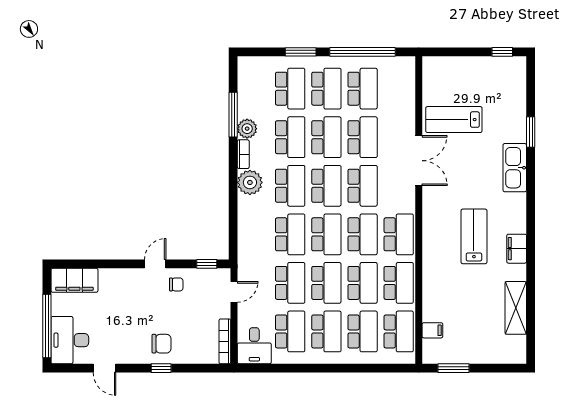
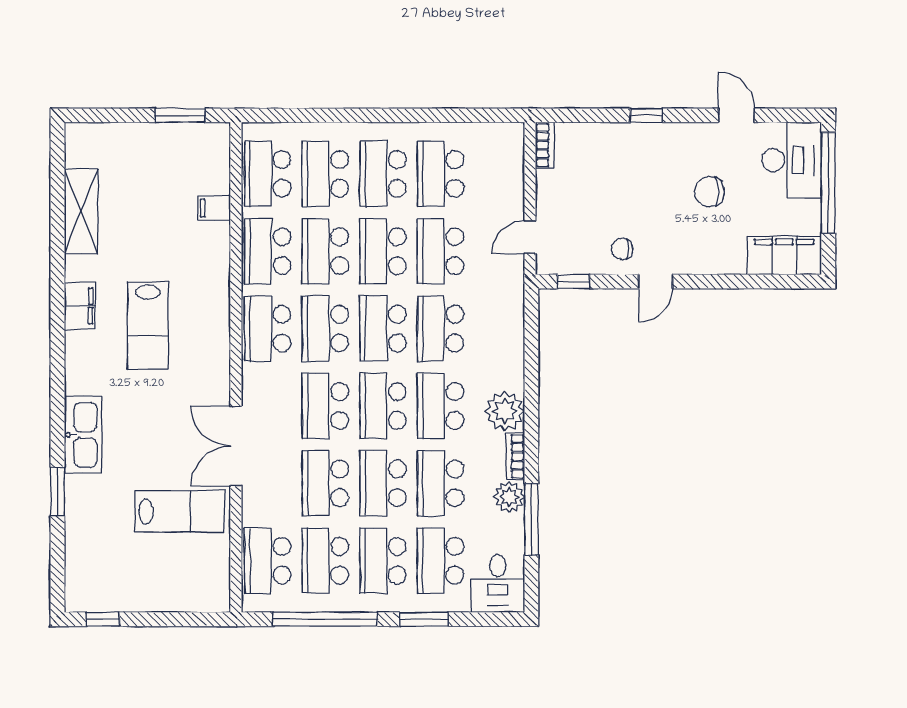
school desk: (399, 89) -> (268, 561), added
filing cabinet: (432, 330) -> (214, 208), moved
bookcase: (225, 341) -> (545, 145), width x0.64
chair: (162, 344) -> (709, 192), moved
desk: (254, 346) -> (498, 583), moved, turned 180

